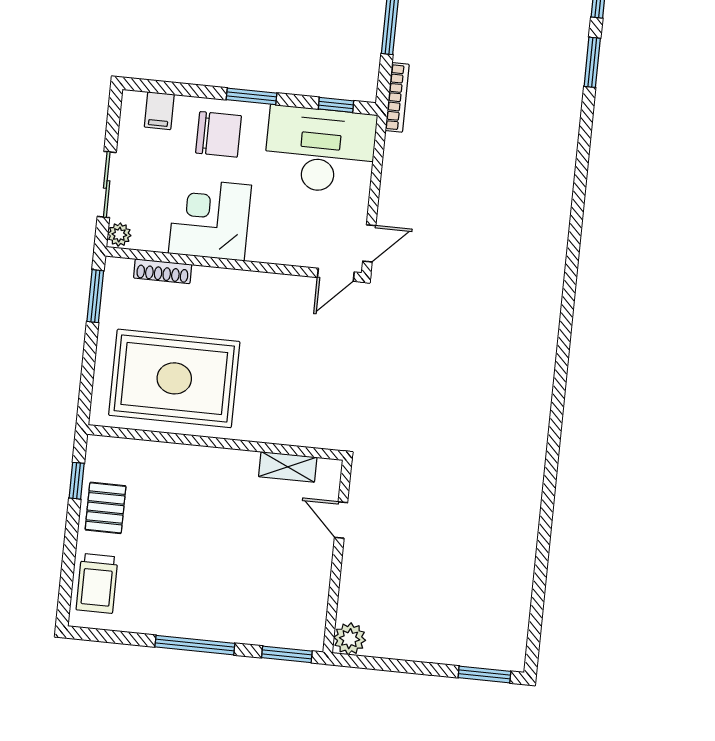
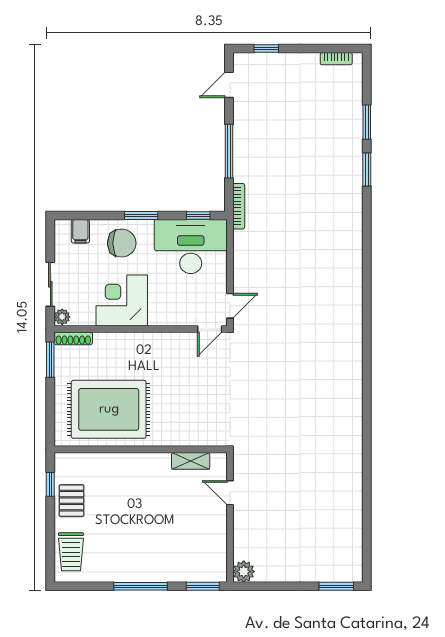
shoe rack: (163, 271) -> (73, 338), moved

